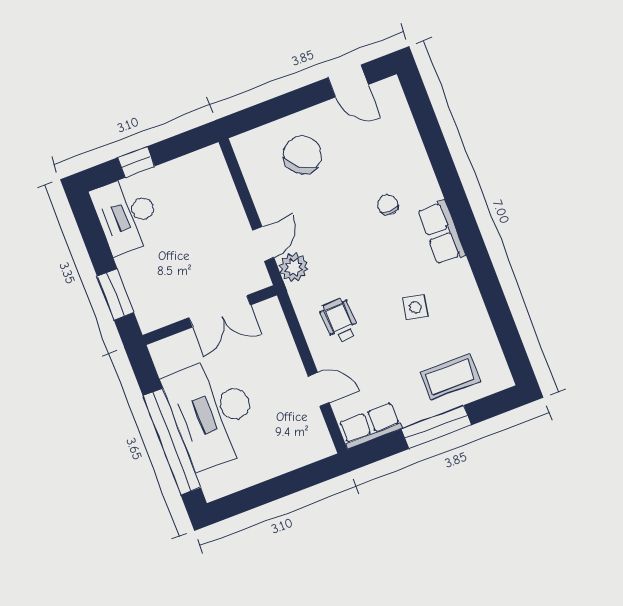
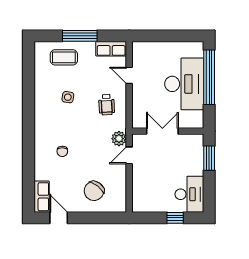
row of seats: (442, 233) -> (42, 197), moved

